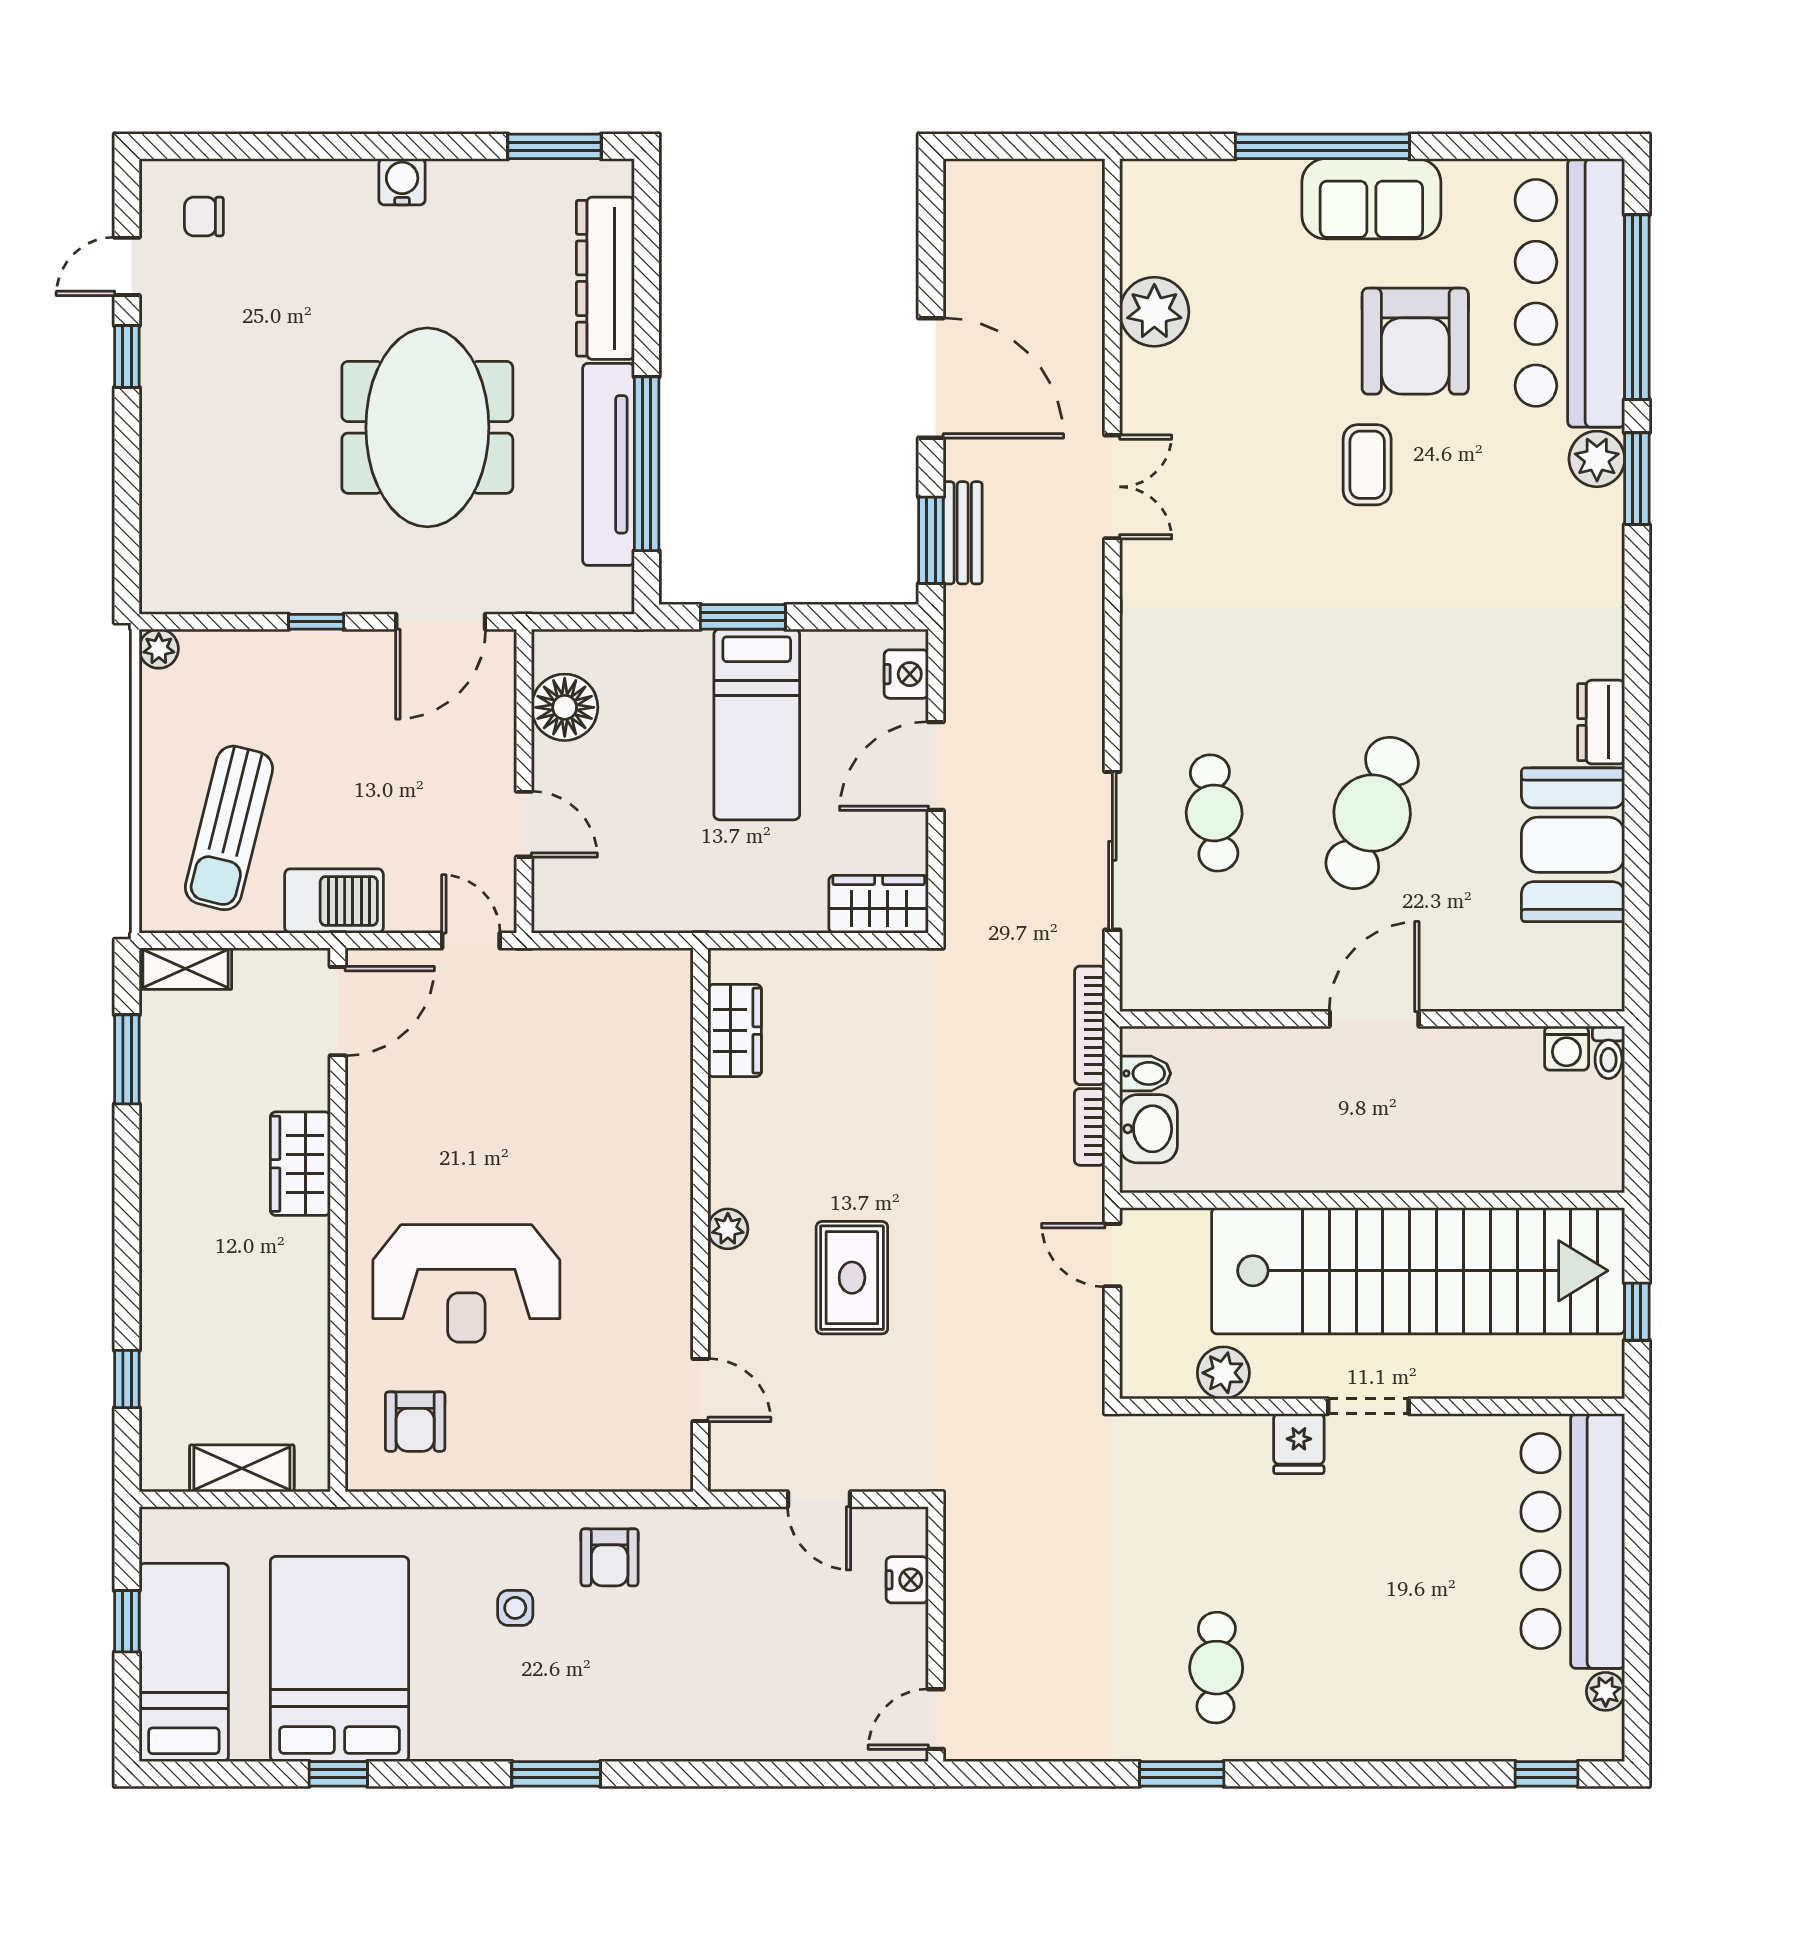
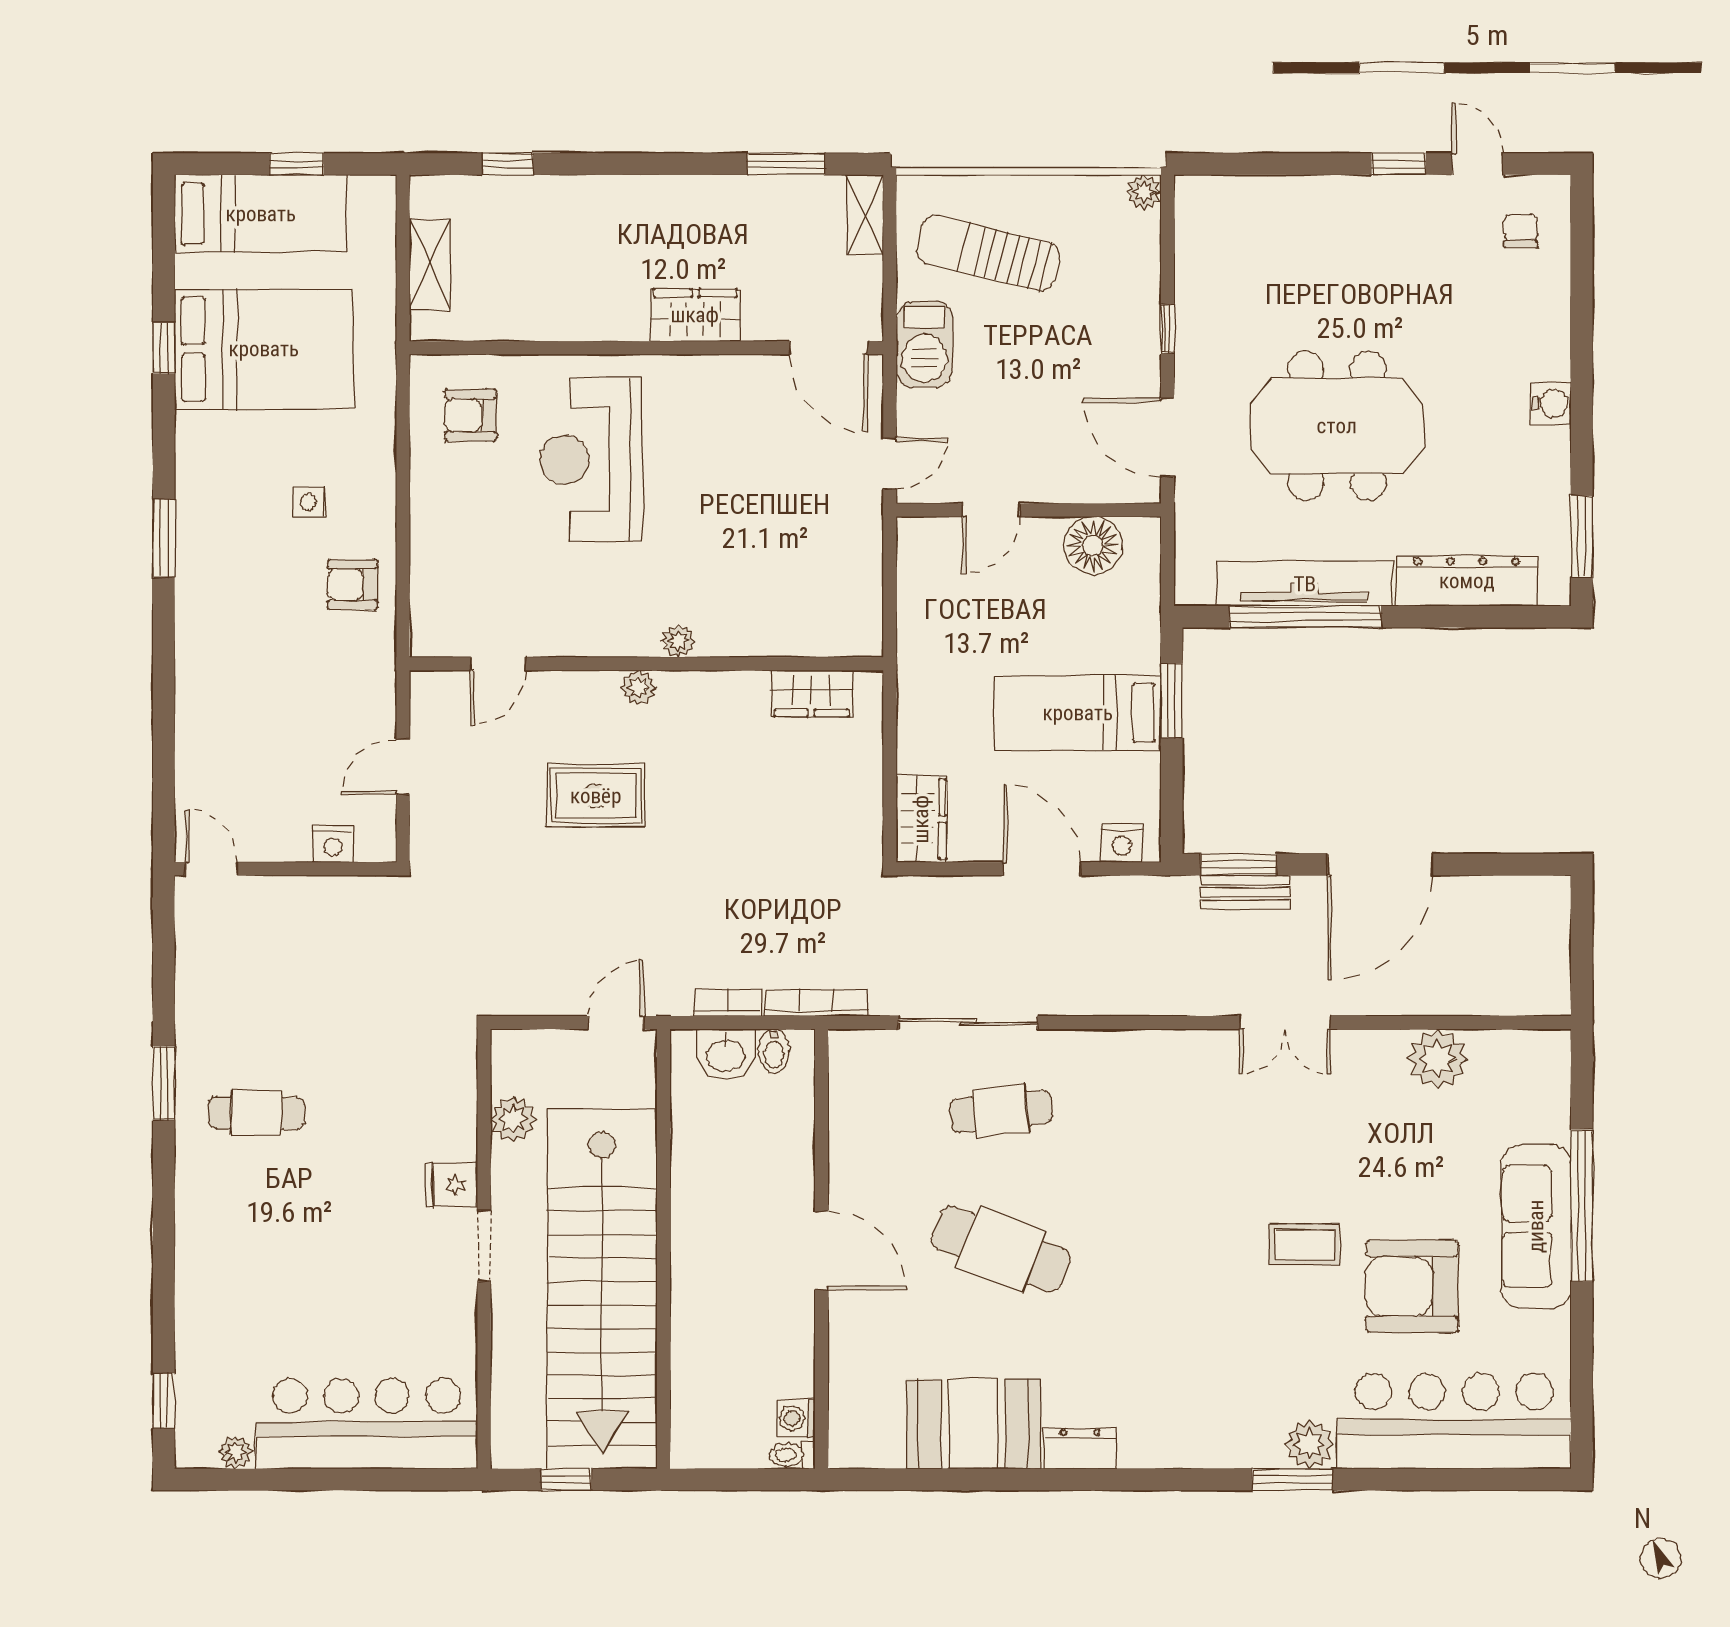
sofa: (1371, 199) -> (1536, 1226), width x1.36
window: (1637, 307) -> (1442, 1480), removed
plant: (674, 1183) -> (678, 641), added

